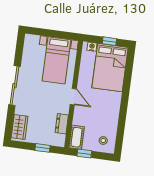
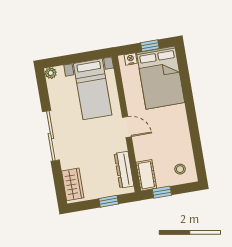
plant: (29, 39) -> (51, 73), added
dresser: (62, 124) -> (124, 170), width x1.44

